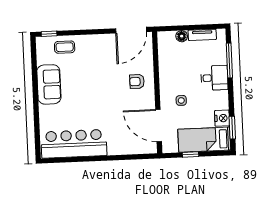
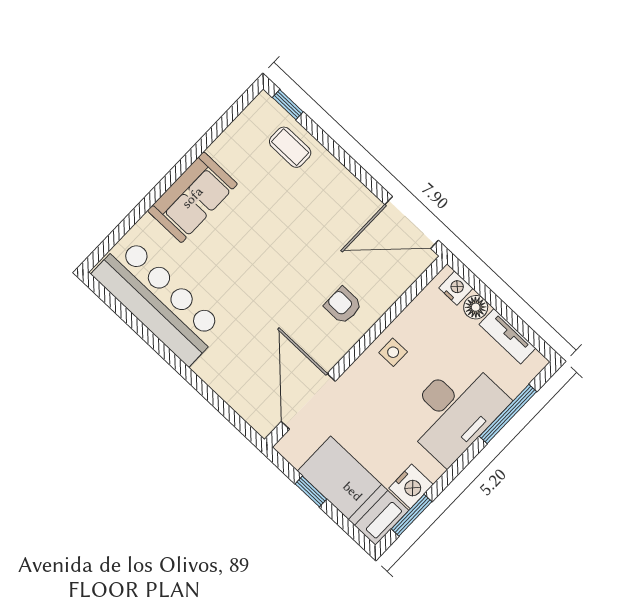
nightstand: (168, 37) -> (456, 288), added
desk: (214, 78) -> (454, 411), width x1.87, depth x1.30
sofa: (49, 84) -> (192, 197), moved
side table: (181, 100) -> (393, 352), moved

